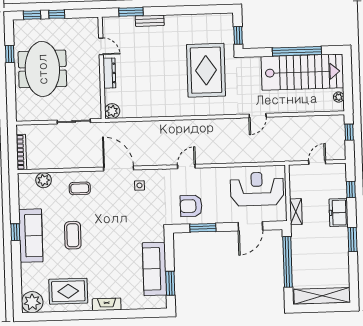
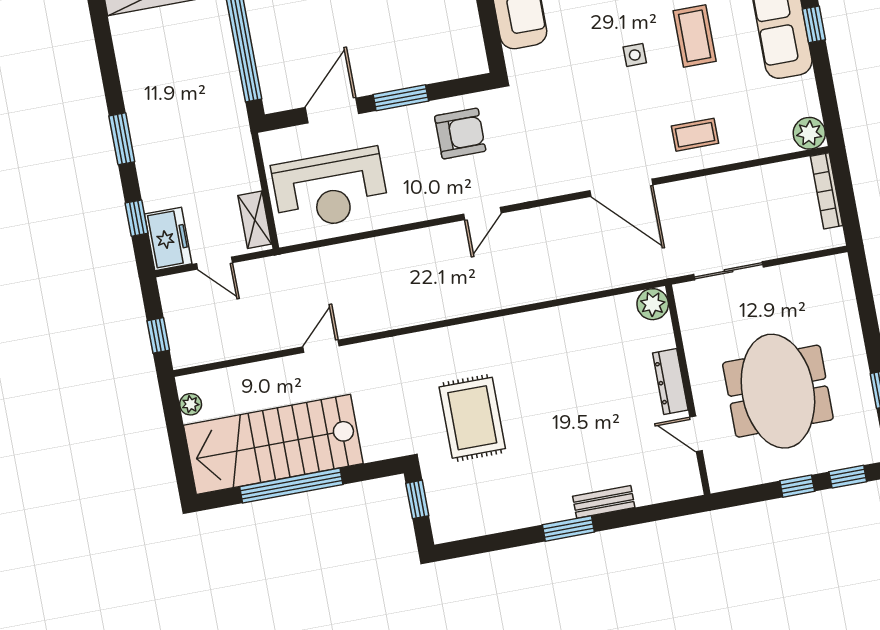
window: (131, 12) -> (568, 528), moved
meeting table: (42, 69) -> (778, 391), moved
rug: (206, 70) -> (472, 418), width x0.73, depth x0.69
door: (258, 116) -> (321, 346), moved
door: (317, 162) -> (214, 263), hinge flipped
plant: (44, 180) -> (809, 133), moved
side table: (139, 185) -> (635, 55), moved
shelving: (296, 212) -> (255, 220), moved
freezer: (339, 213) -> (168, 239), moved
window: (203, 228) -> (401, 98), moved
window: (352, 240) -> (122, 139), moved

